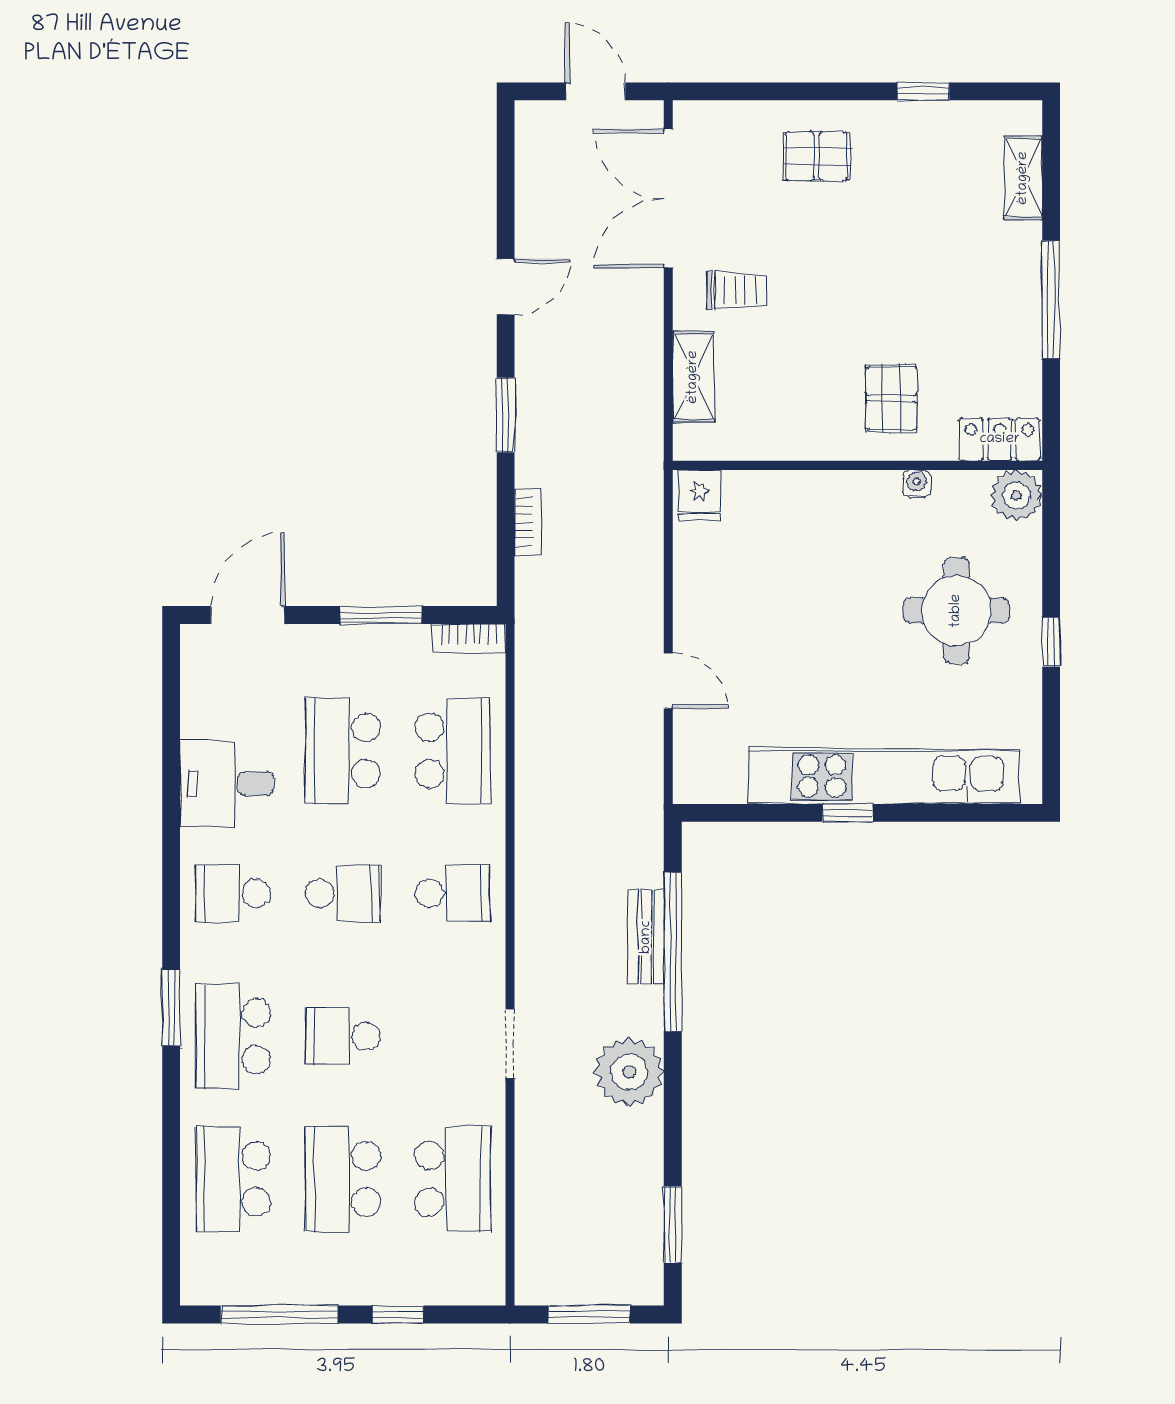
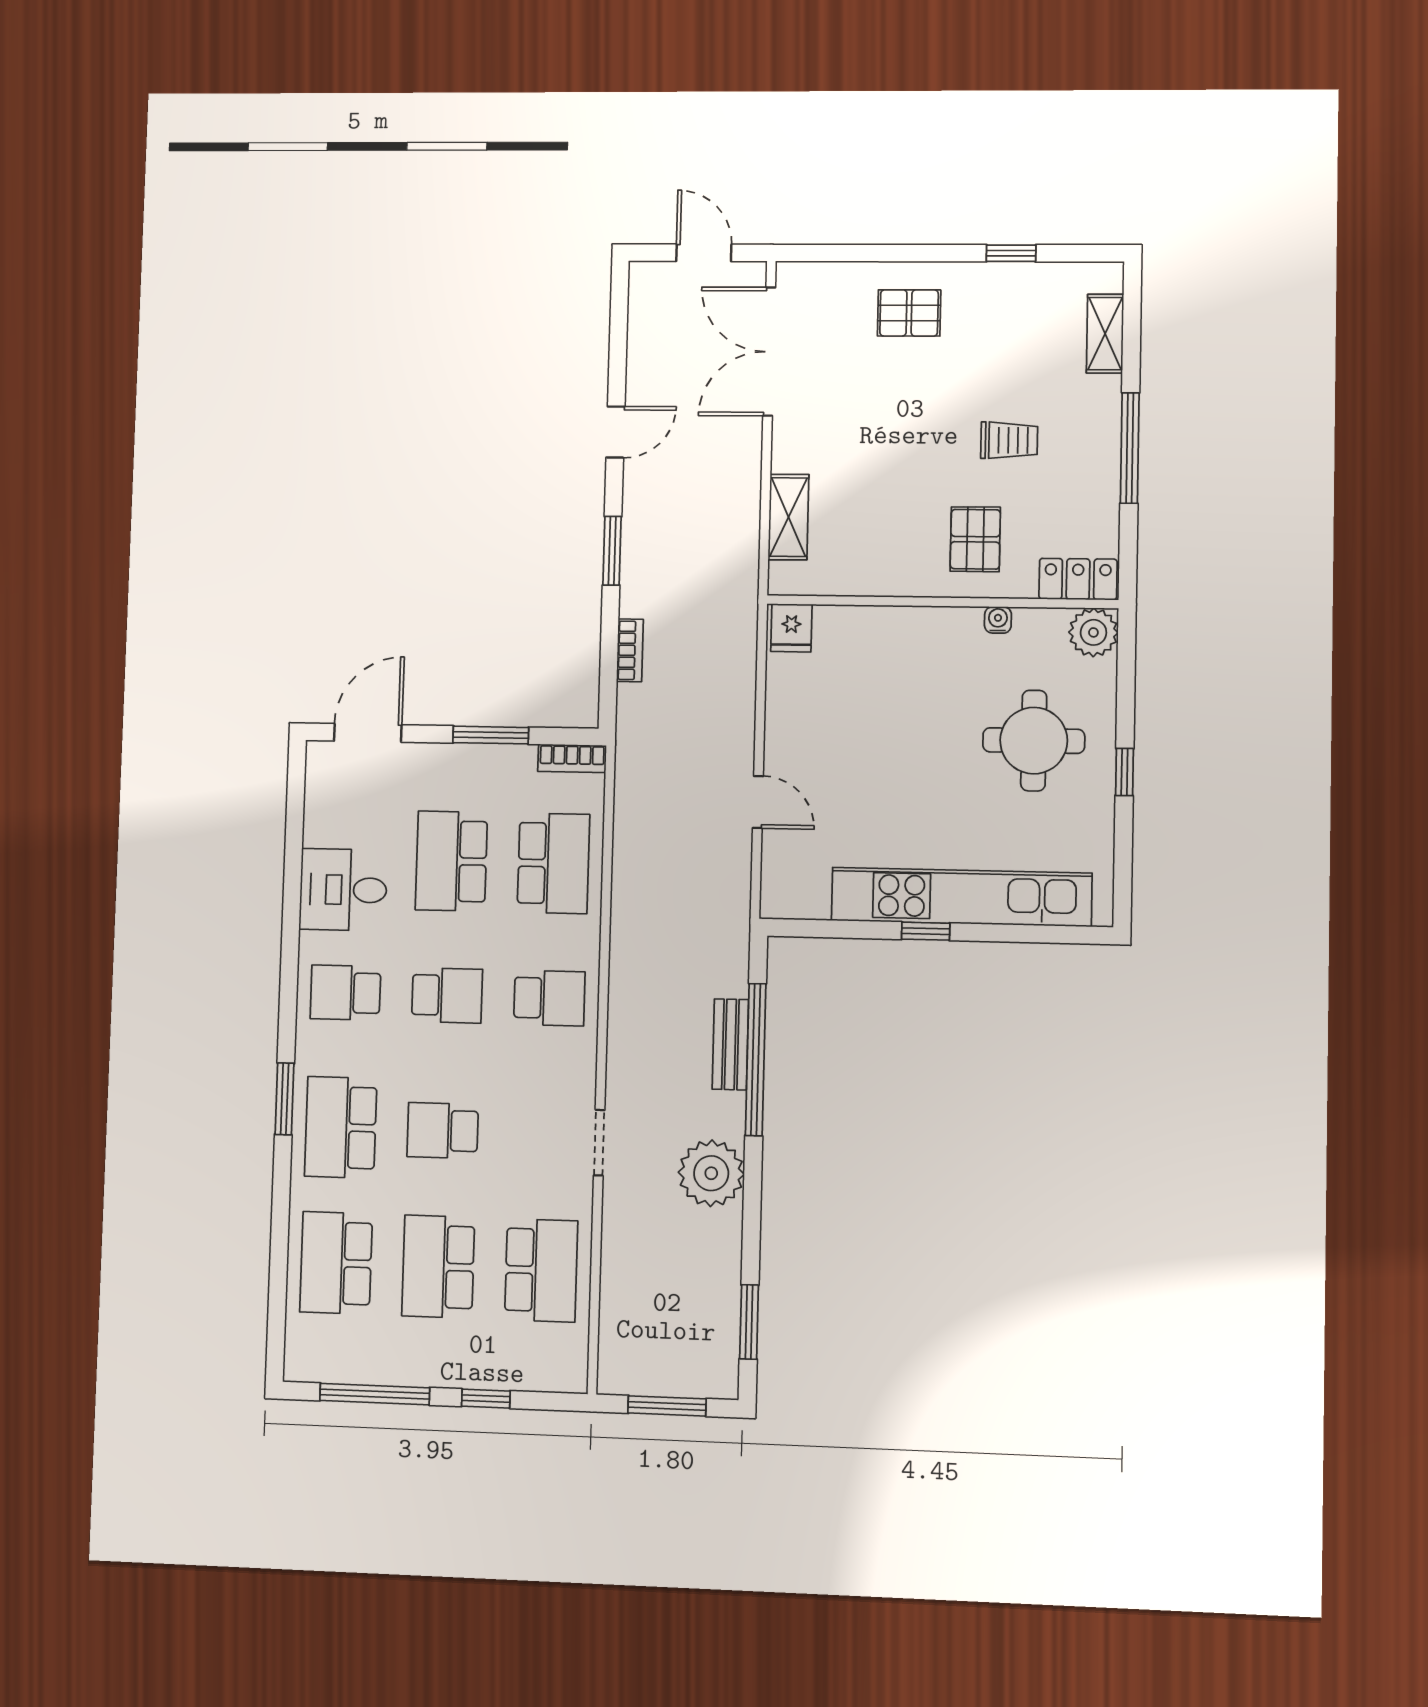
trolley: (736, 291) -> (1009, 440), moved

